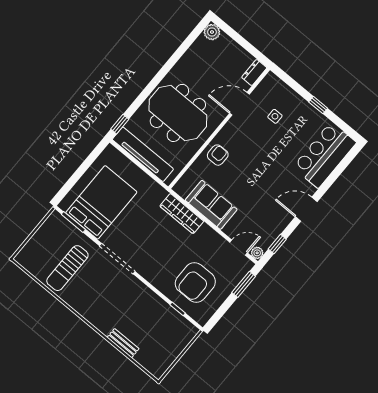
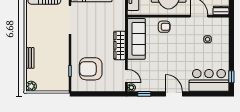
window: (318, 105) -> (231, 77), moved
sofa: (211, 205) -> (136, 39), width x1.36
wardrobe: (182, 214) -> (120, 45), moved
window: (244, 284) -> (110, 94), removed
plant: (158, 369) -> (31, 86), added

